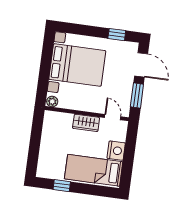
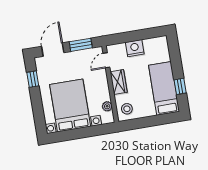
plant: (52, 102) -> (107, 106), moved
stool: (56, 123) -> (127, 109), added
bed: (94, 170) -> (164, 88), moved, turned 180

